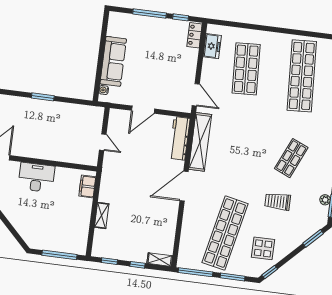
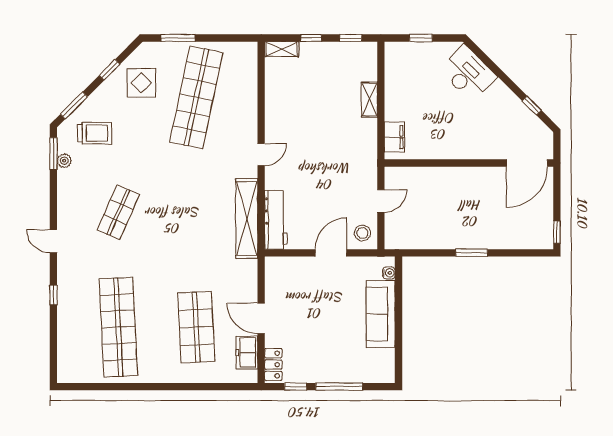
door: (196, 95) -> (261, 318), moved
stool: (119, 121) -> (362, 233), added
door: (103, 142) -> (381, 201), swing flipped
desk: (36, 177) -> (468, 73), moved, turned -135
door: (184, 186) -> (261, 155), width x0.53
trolley: (278, 201) -> (95, 133), moved
window: (59, 255) -> (421, 38), width x0.46
window: (195, 272) -> (230, 38), removed
window: (270, 272) -> (110, 70), moved

